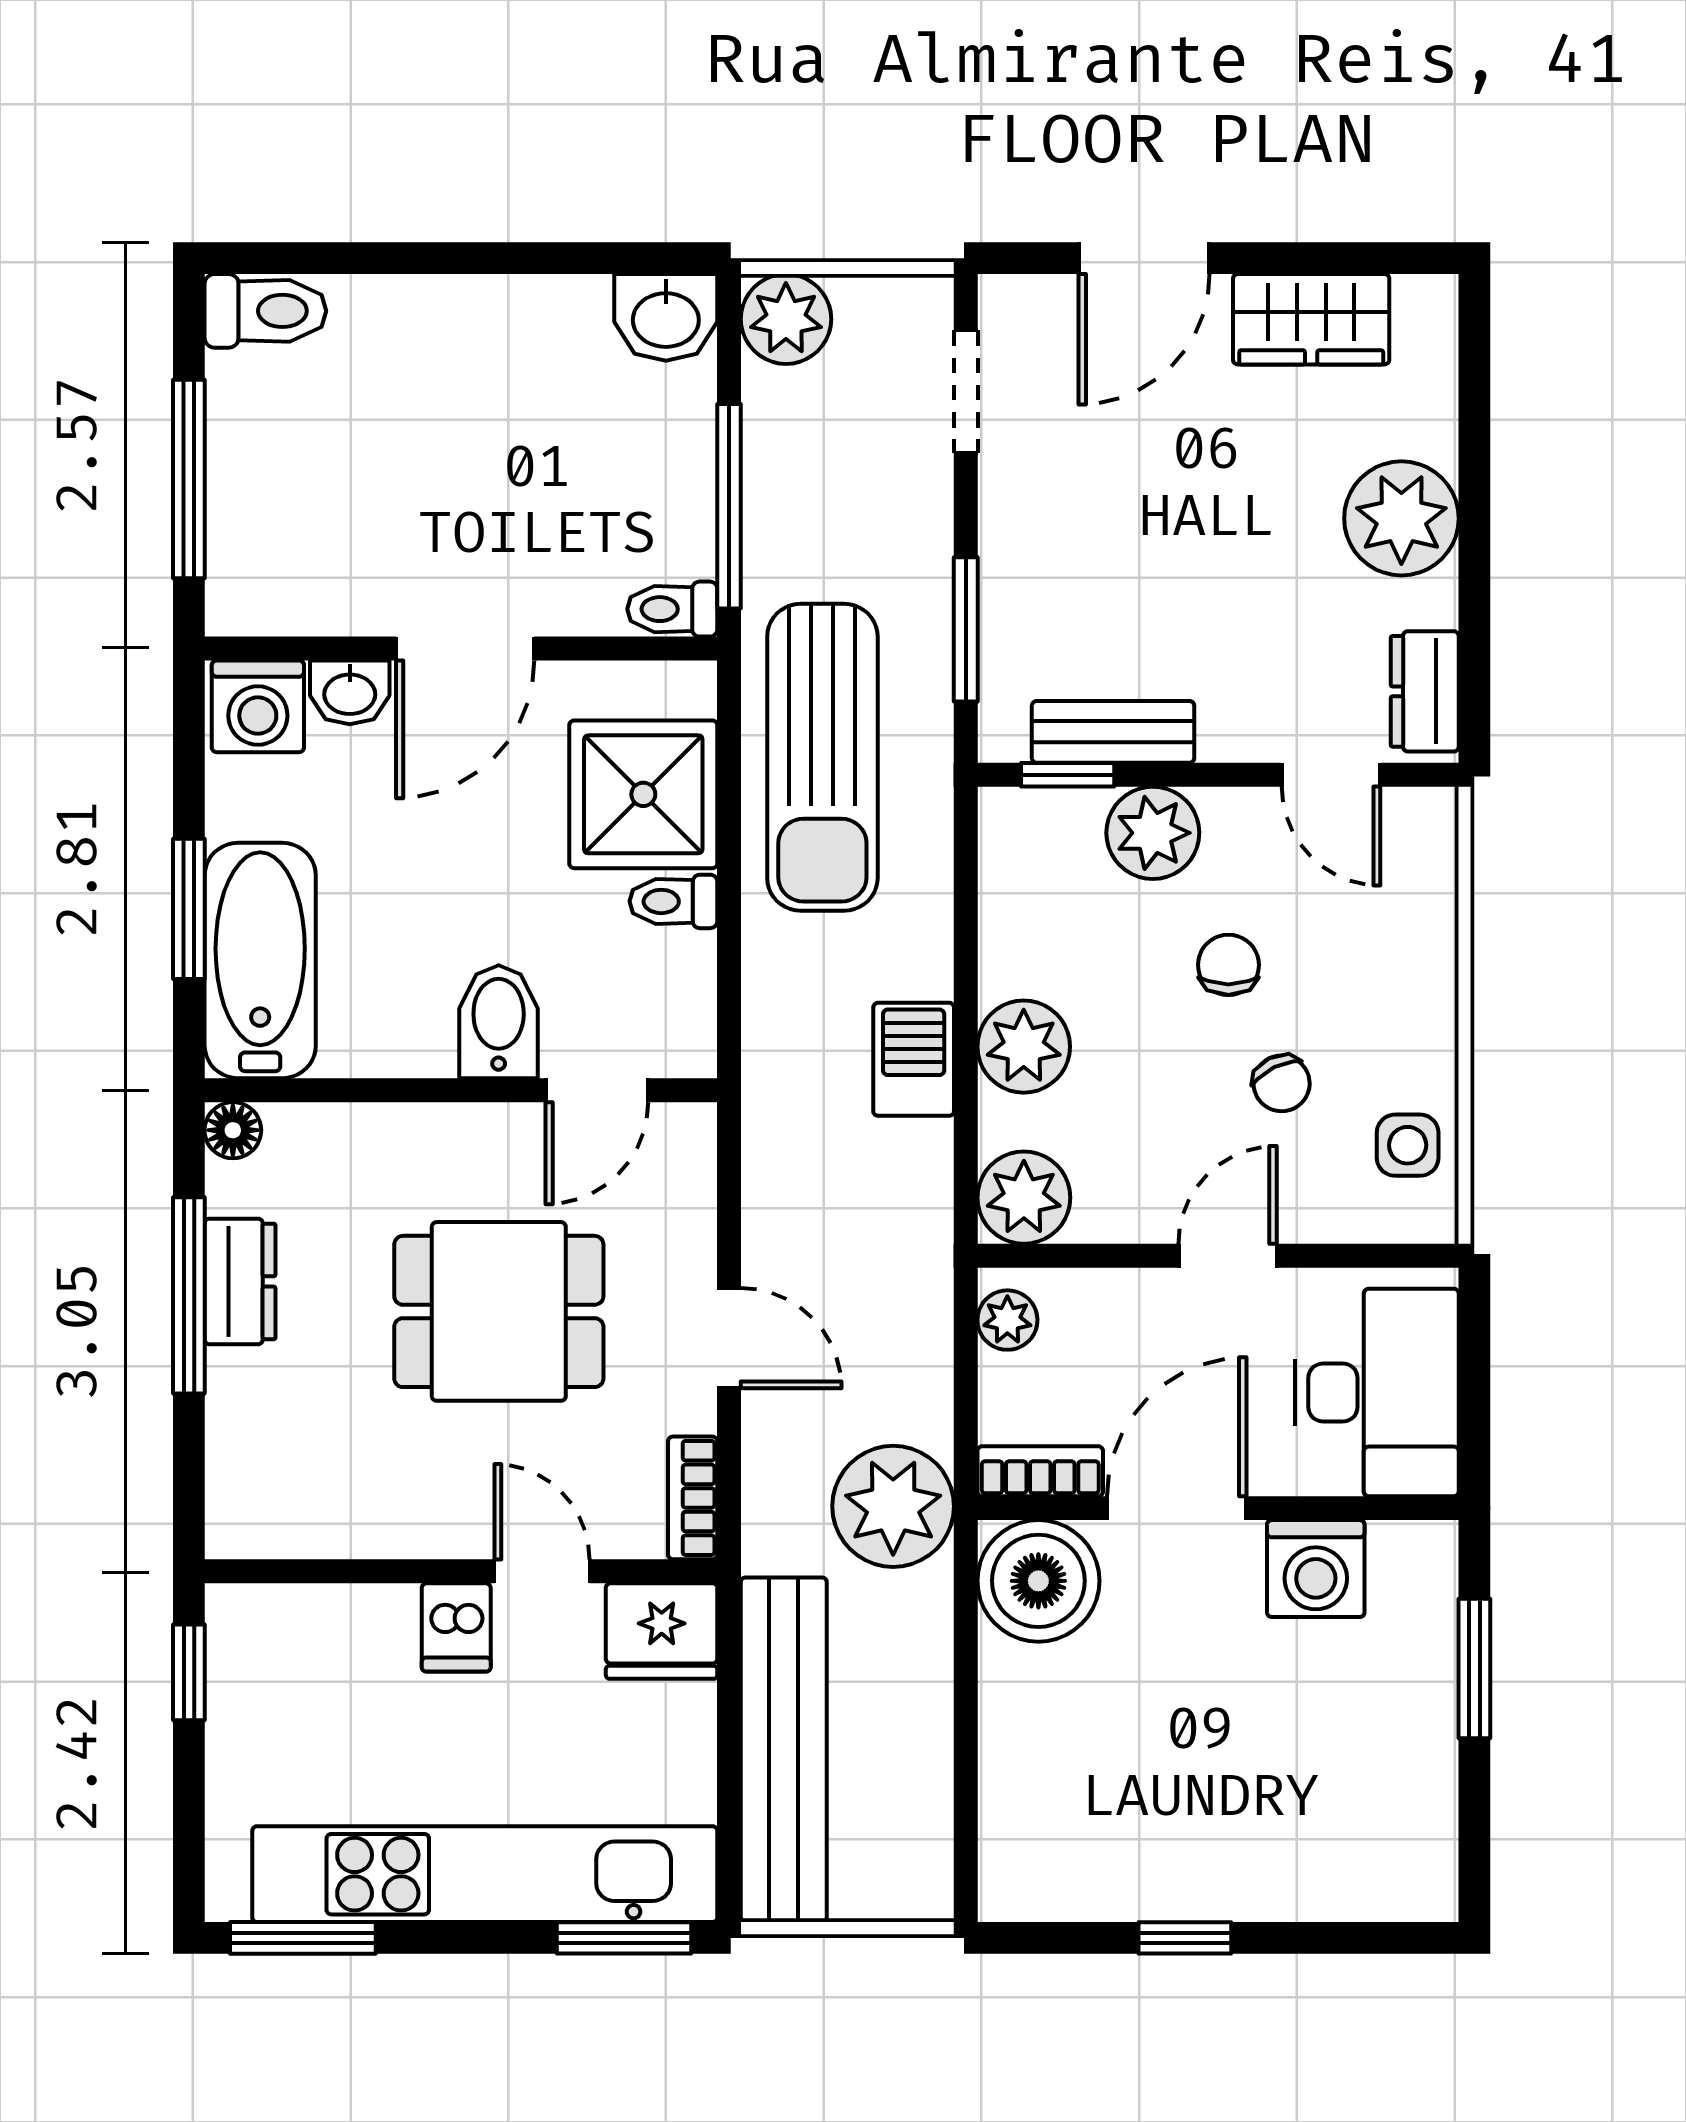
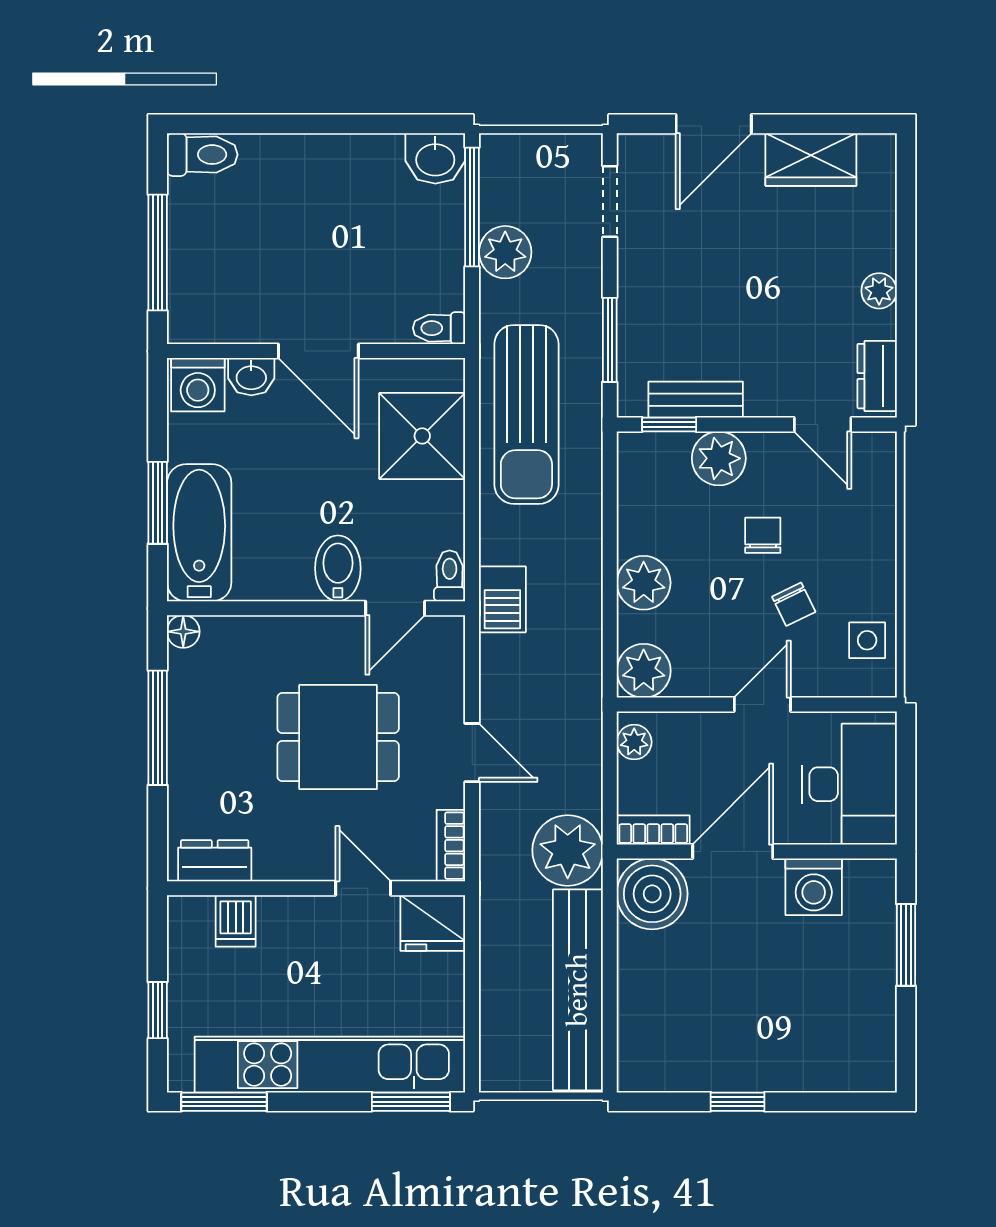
plant: (786, 319) -> (505, 252), moved
window: (729, 506) -> (472, 207), moved
plant: (1401, 518) -> (879, 291), width x0.53, depth x0.53
door: (465, 649) -> (318, 351), hinge flipped
toilet: (673, 901) -> (450, 576), moved, turned 90
barbecue: (914, 1059) -> (502, 599), moved, turned 180
dresser: (240, 1281) -> (215, 861), moved, turned -90
dishwasher: (456, 1627) -> (236, 921), moved
window: (189, 1672) -> (158, 1010), moved
bench: (784, 1750) -> (578, 990), moved

